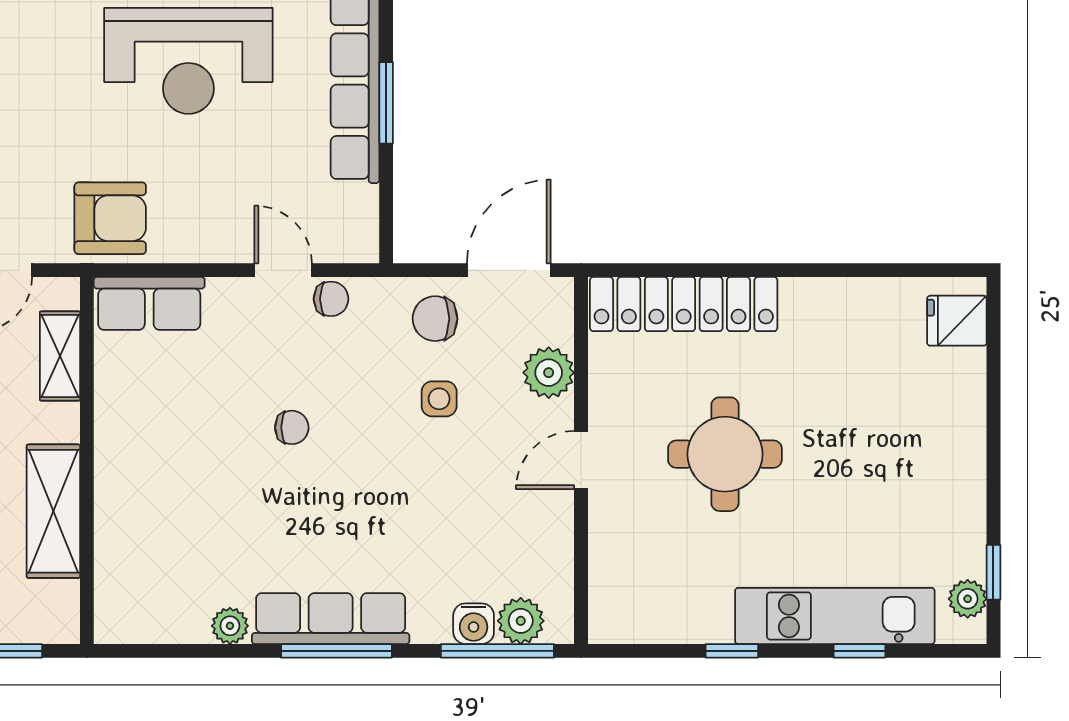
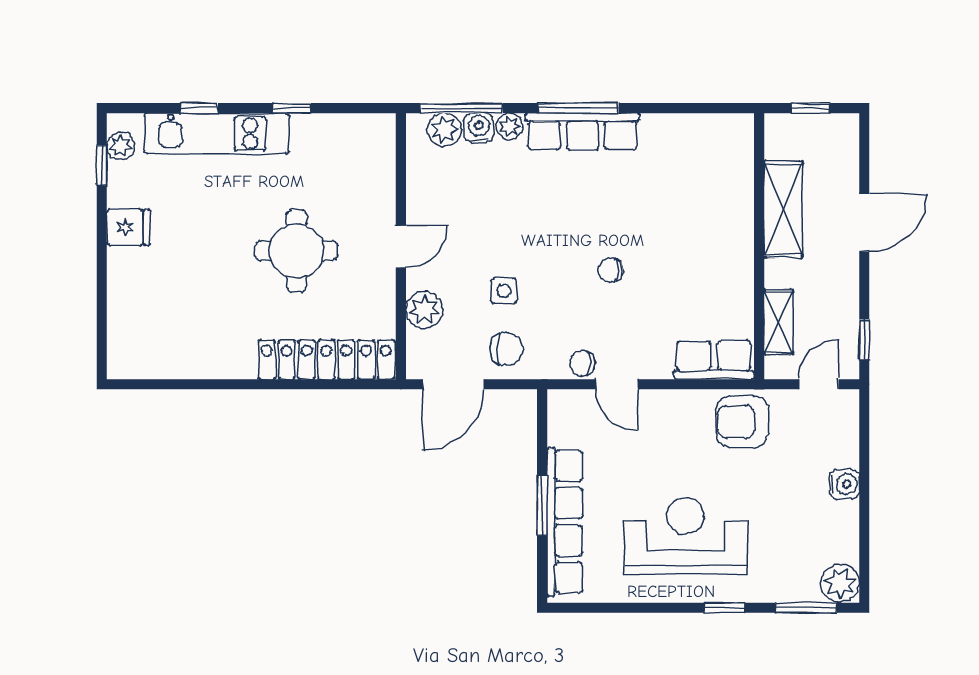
fridge: (957, 321) -> (128, 227), moved
plant: (230, 626) -> (509, 126), moved

